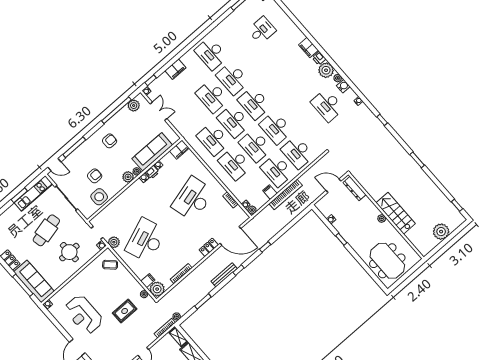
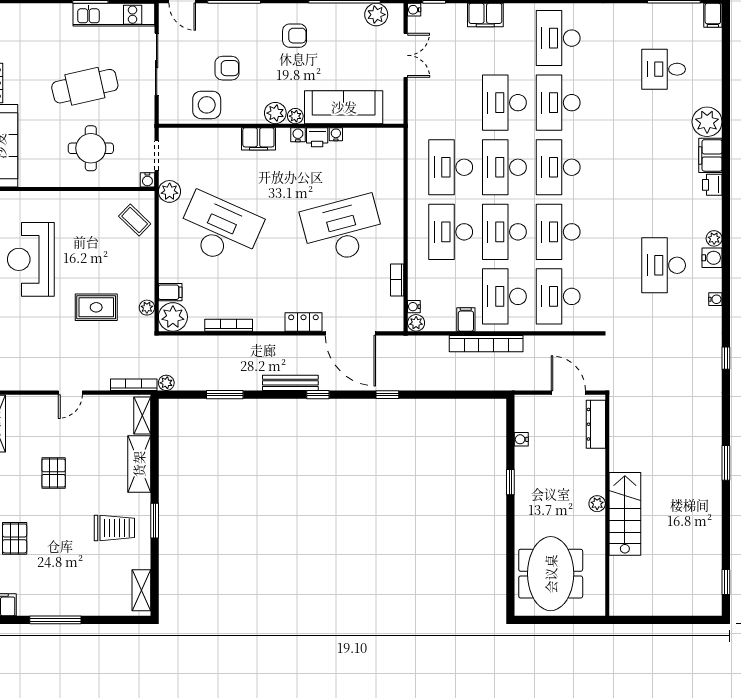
desk: (262, 30) -> (664, 69), turned 180
plant: (326, 70) -> (707, 122), moved
filing cabinet: (179, 150) -> (258, 139), moved
plant: (441, 232) -> (668, 600), removed
desk: (146, 240) -> (219, 230), turned 45

